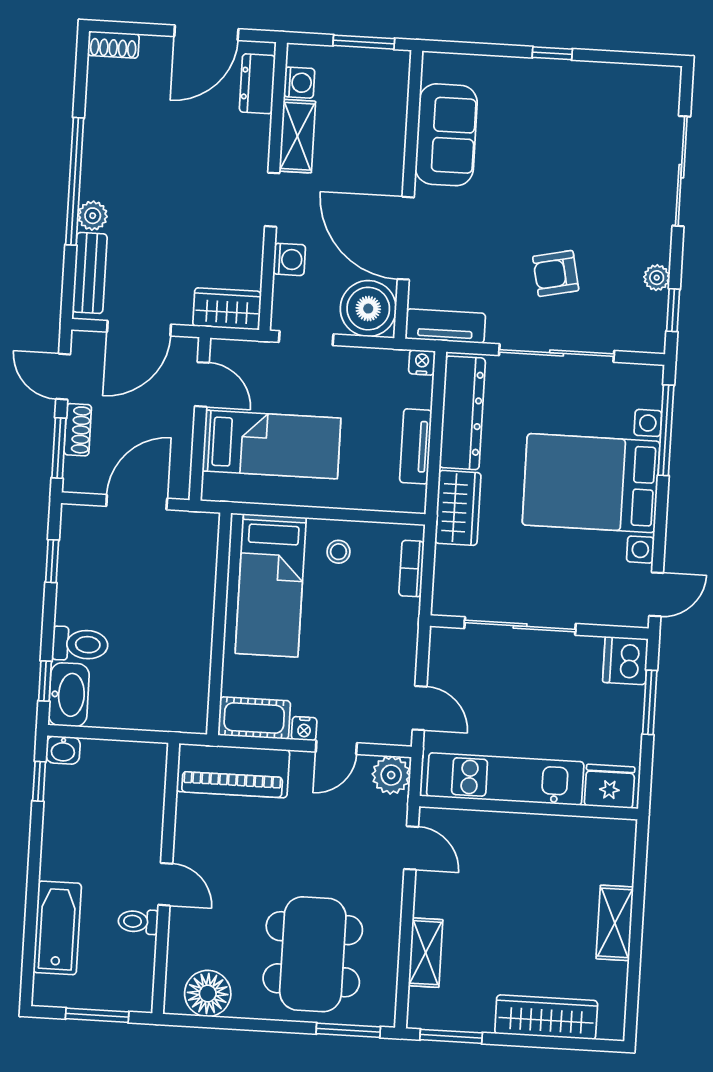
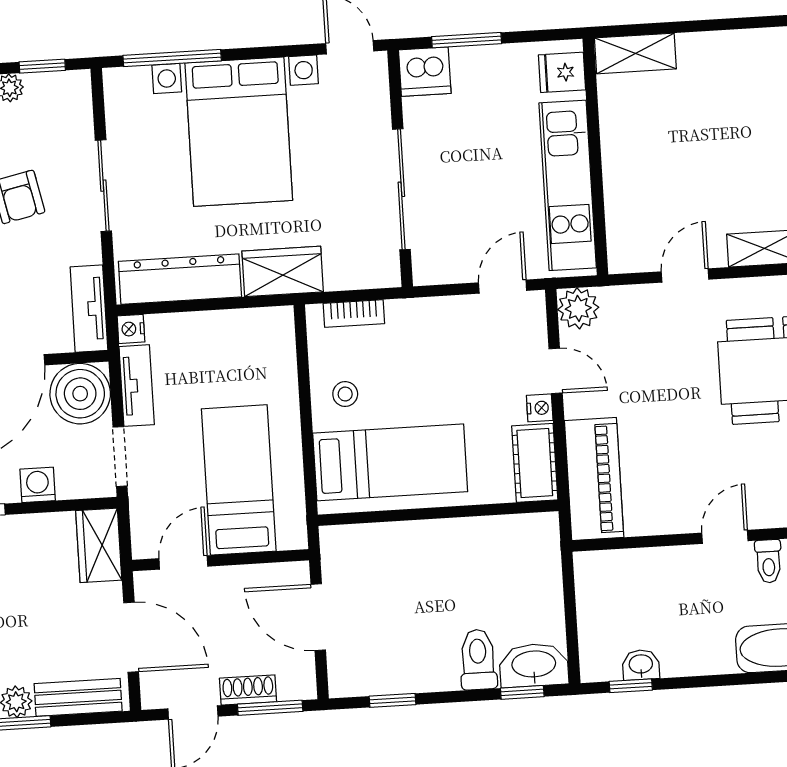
sliding door: (557, 353) -> (103, 186), width x0.73
tv unit: (416, 446) -> (137, 386), moved, turned -90
washbasin: (63, 750) -> (641, 665), moved, turned -90
fridge: (610, 786) -> (562, 72), width x0.72
door: (411, 848) -> (685, 275), moved
shelving: (615, 923) -> (635, 53), moved

